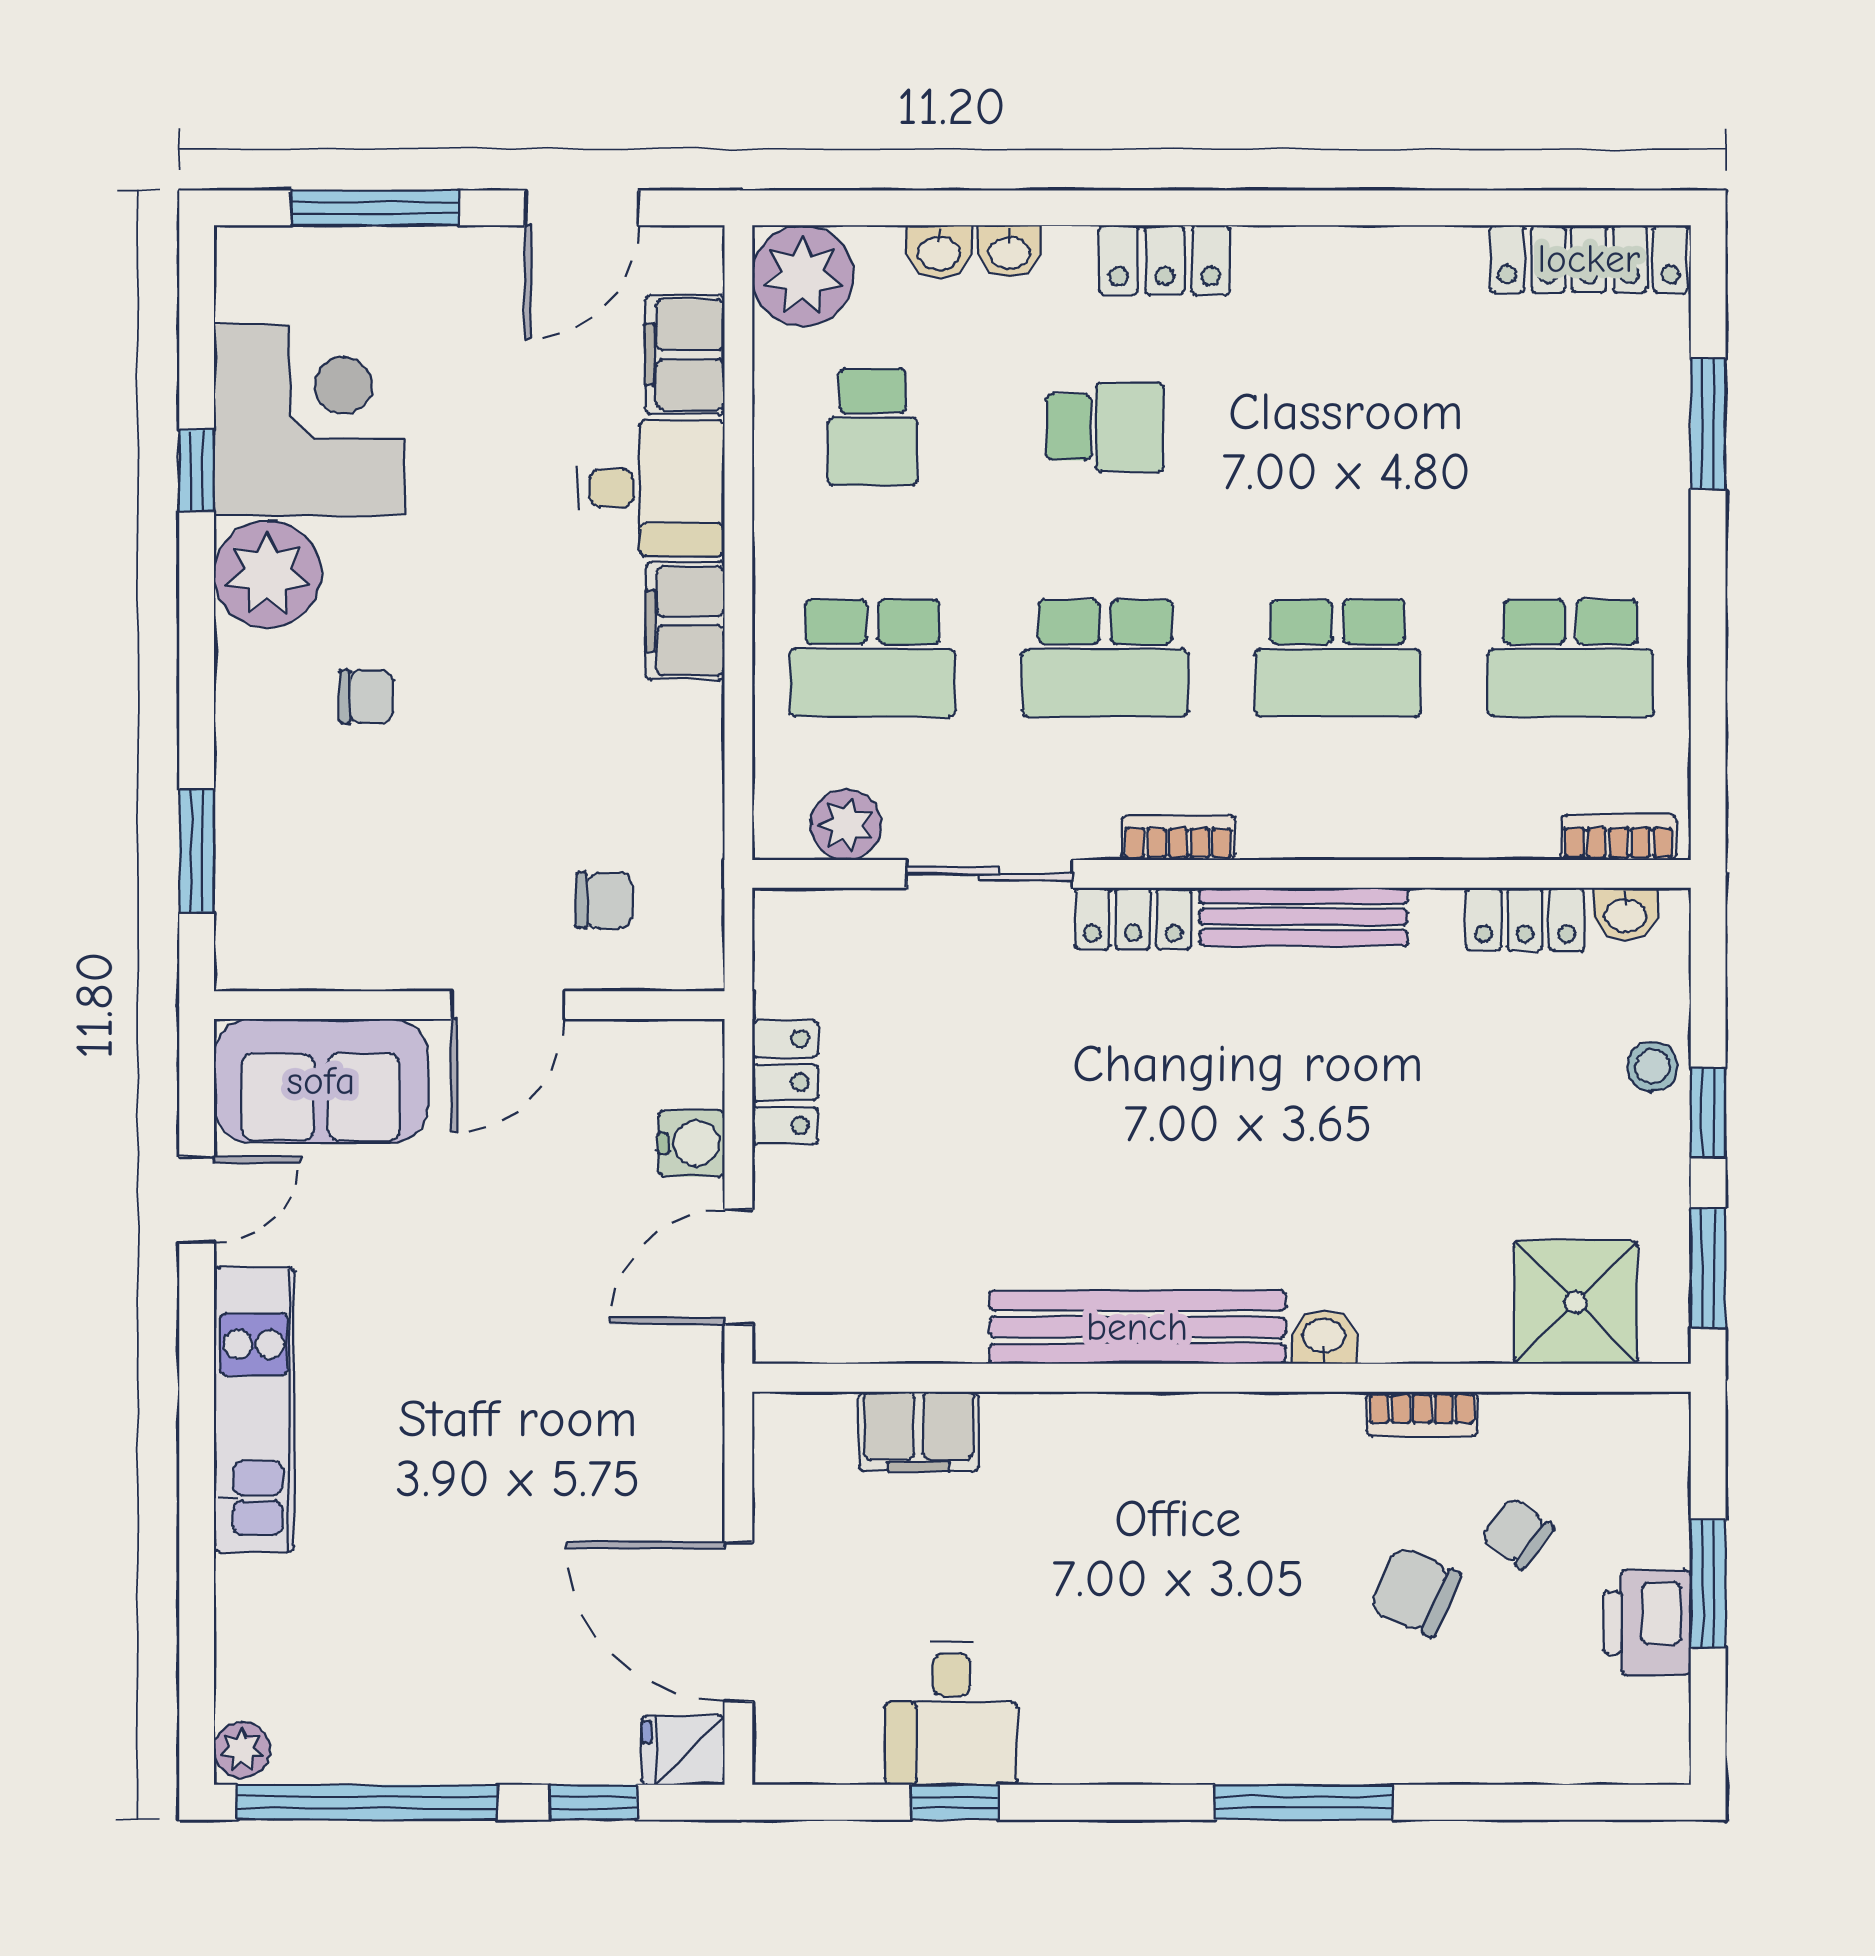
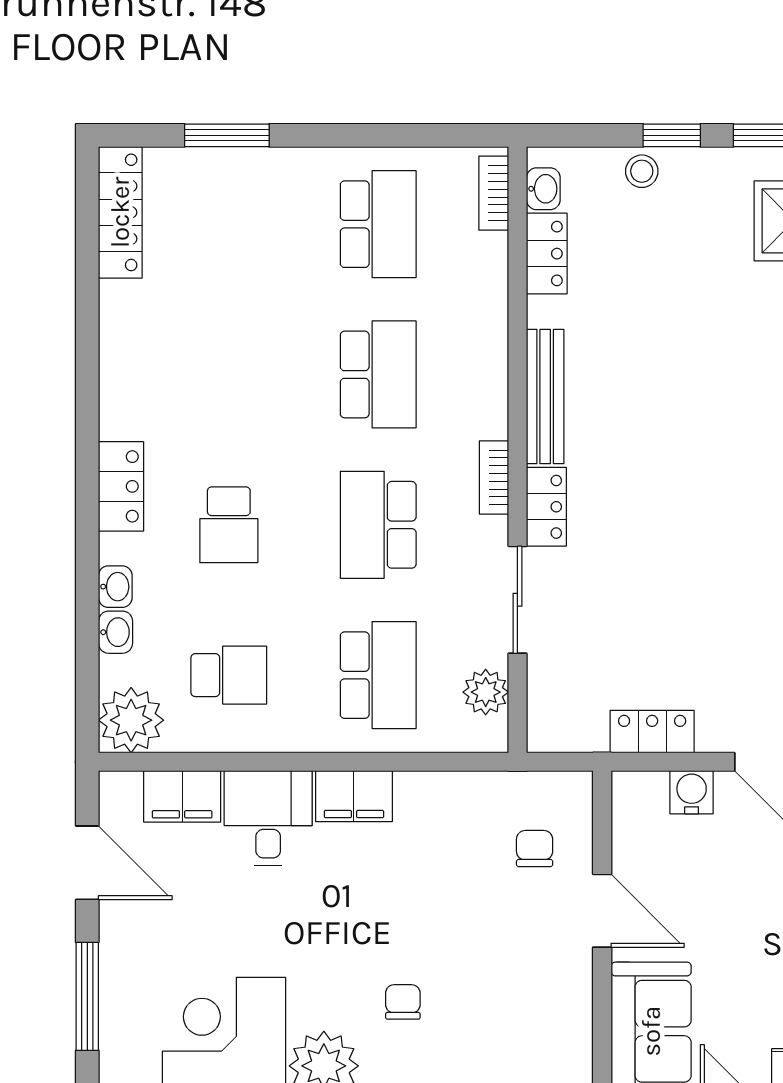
school desk: (1105, 427) -> (229, 525), turned 180
school desk: (1105, 658) -> (378, 525), turned 180

